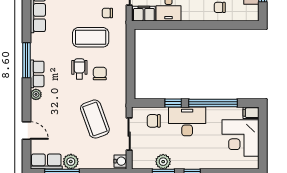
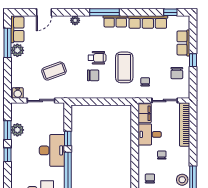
row of seats: (37, 74) -> (115, 21), moved
coffee table: (95, 119) -> (54, 71), width x0.73, depth x0.76
chair: (154, 121) -> (52, 122), removed

